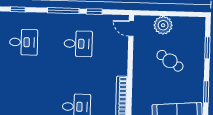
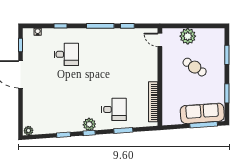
desk: (78, 44) -> (114, 54), removed

